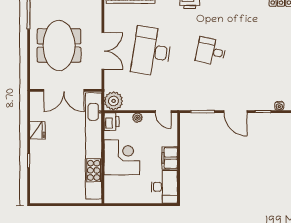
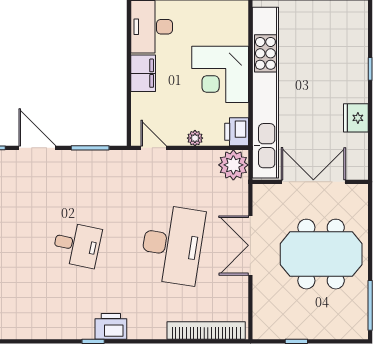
meeting table: (59, 46) -> (321, 254), turned 90

